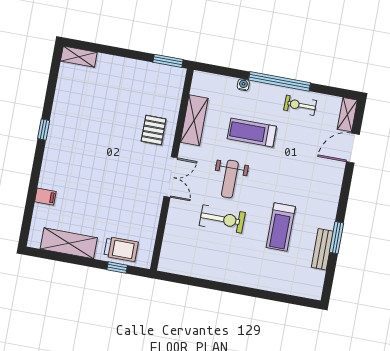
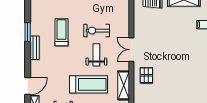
treadmill: (252, 133) -> (88, 84), width x1.37, depth x1.38
bench: (322, 249) -> (35, 48), moved

